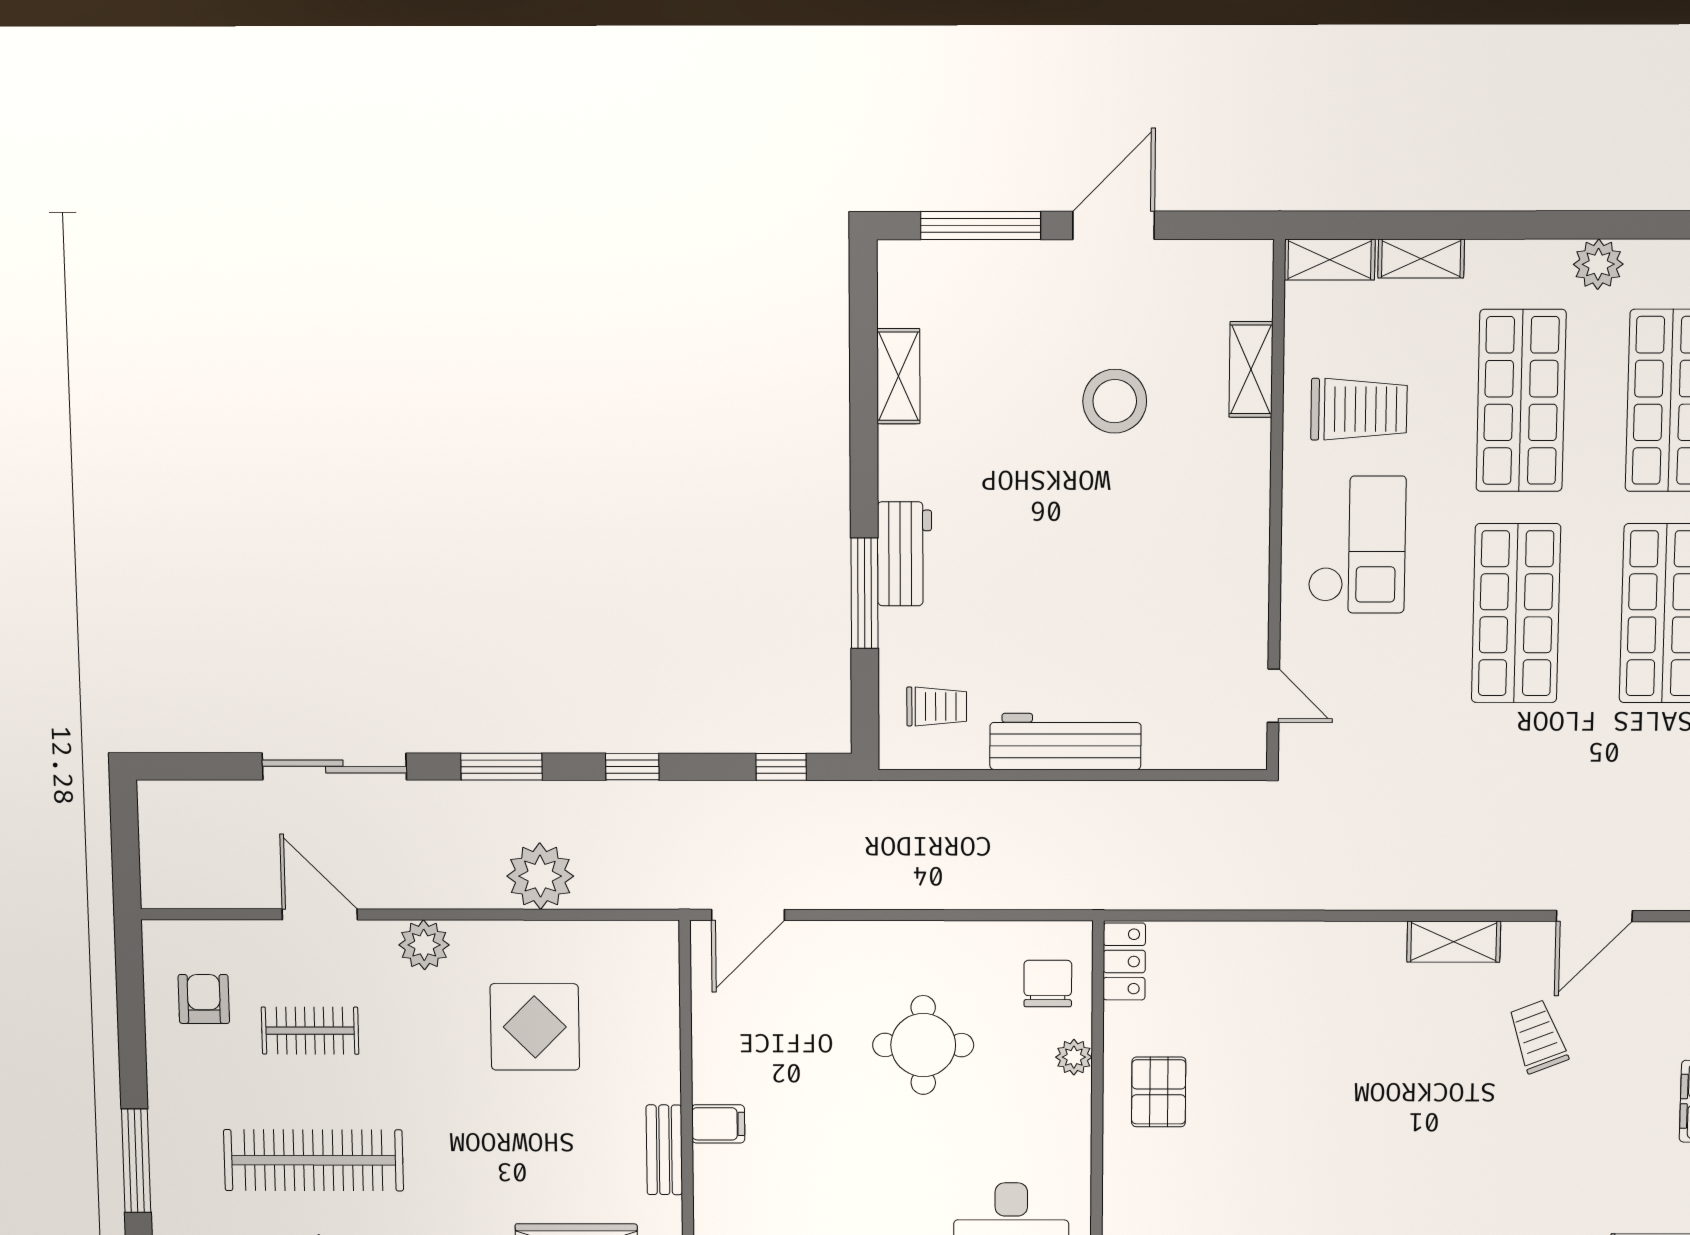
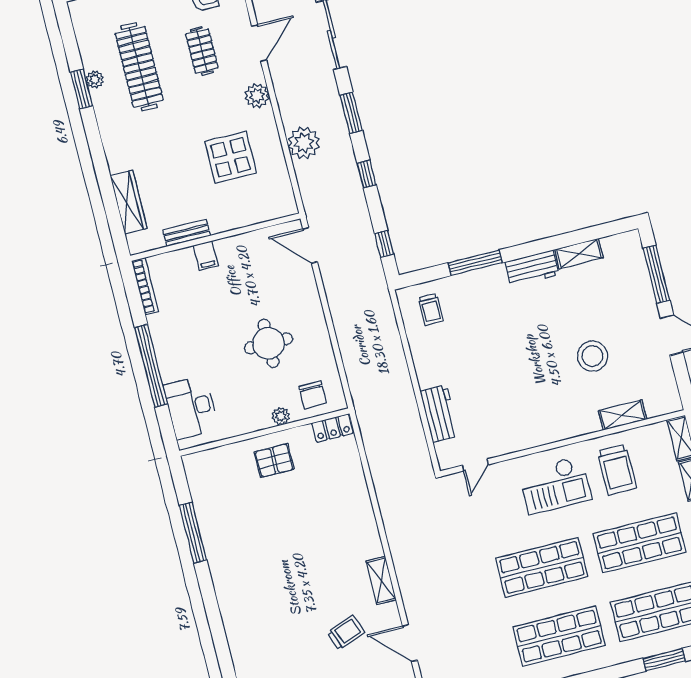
workbench: (905, 554) -> (532, 268), moved
workbench: (1065, 742) -> (440, 414), moved, width x0.73
chair: (1048, 984) -> (313, 395), turned 90

